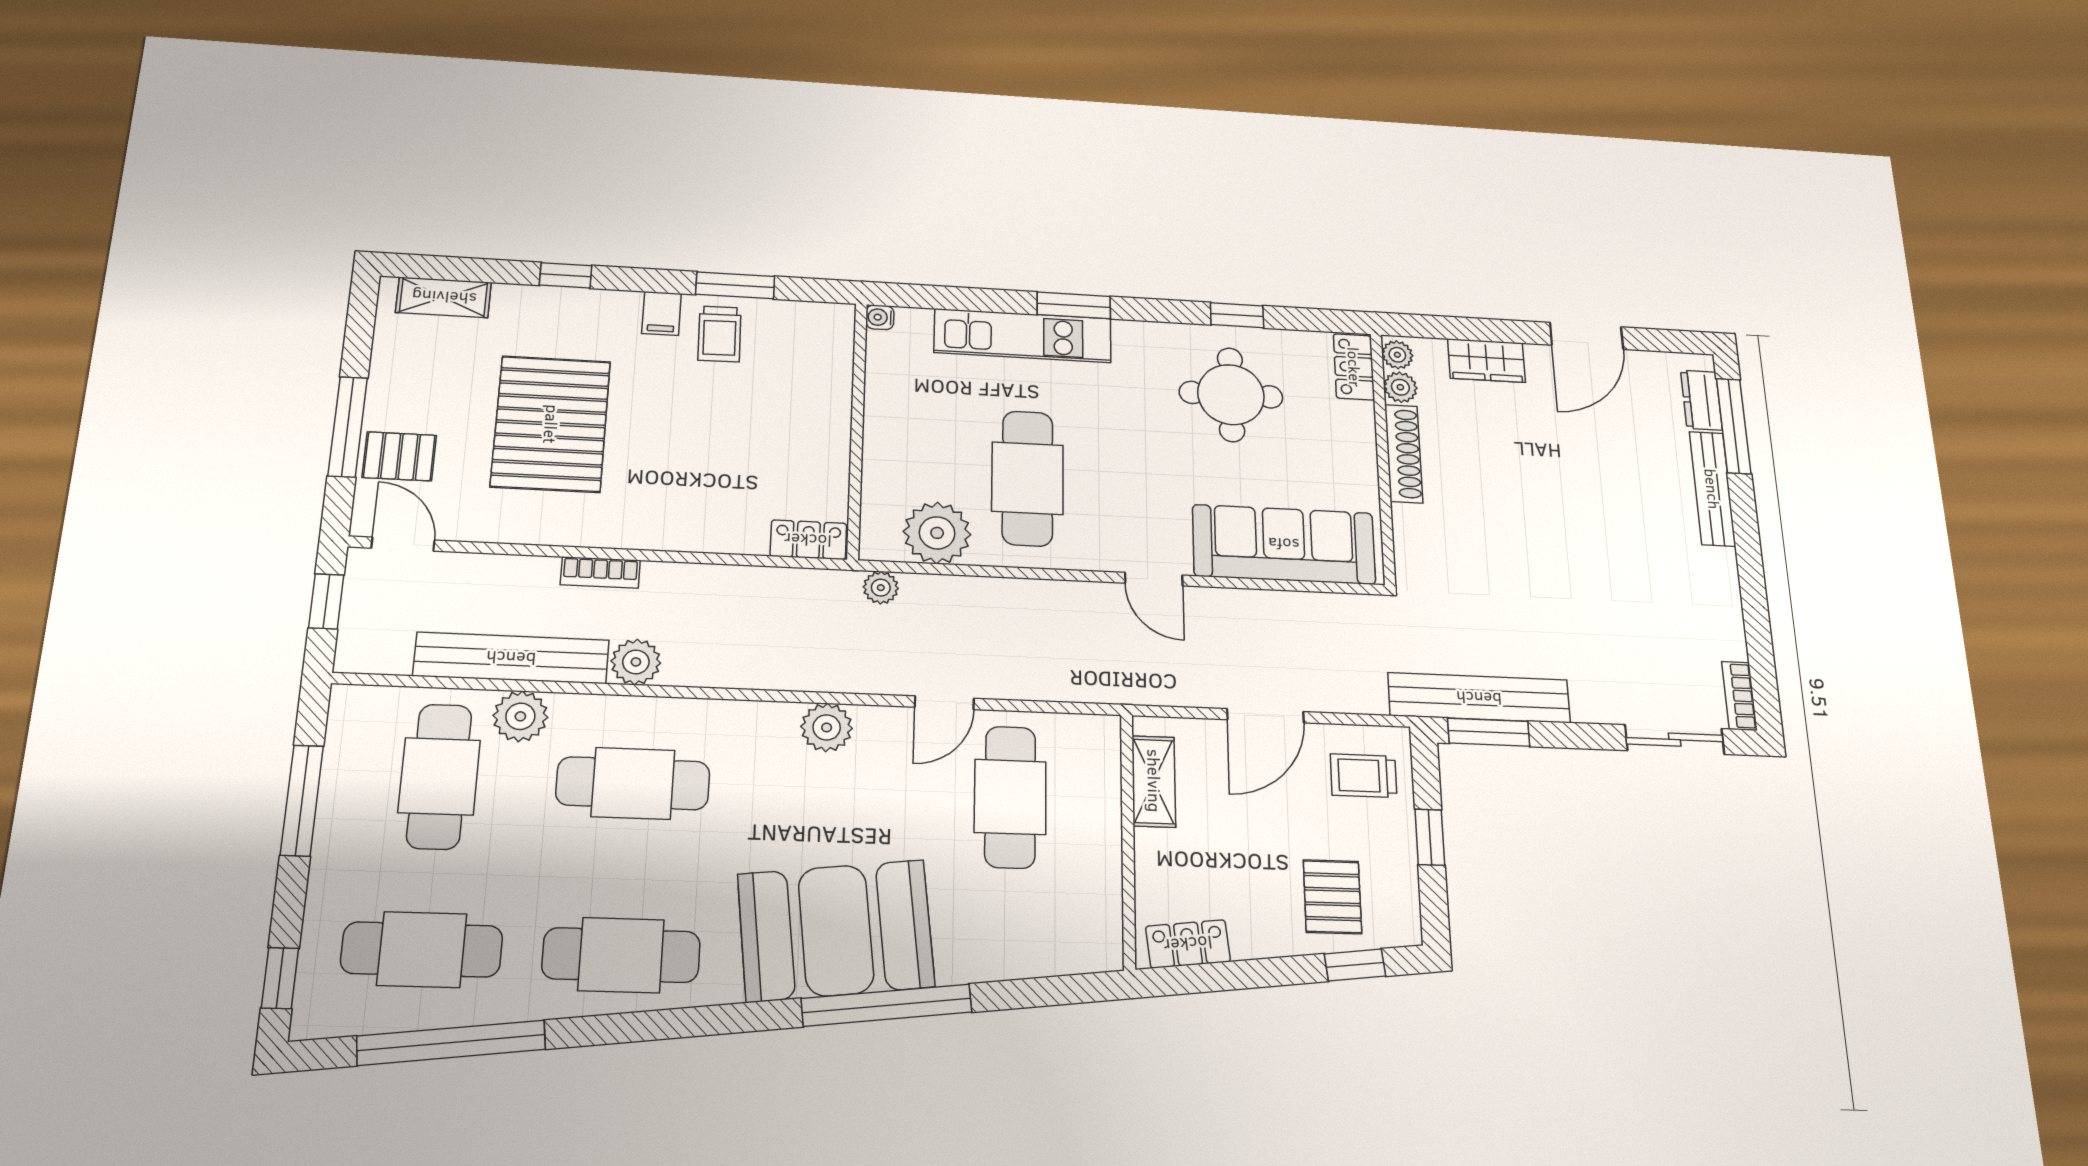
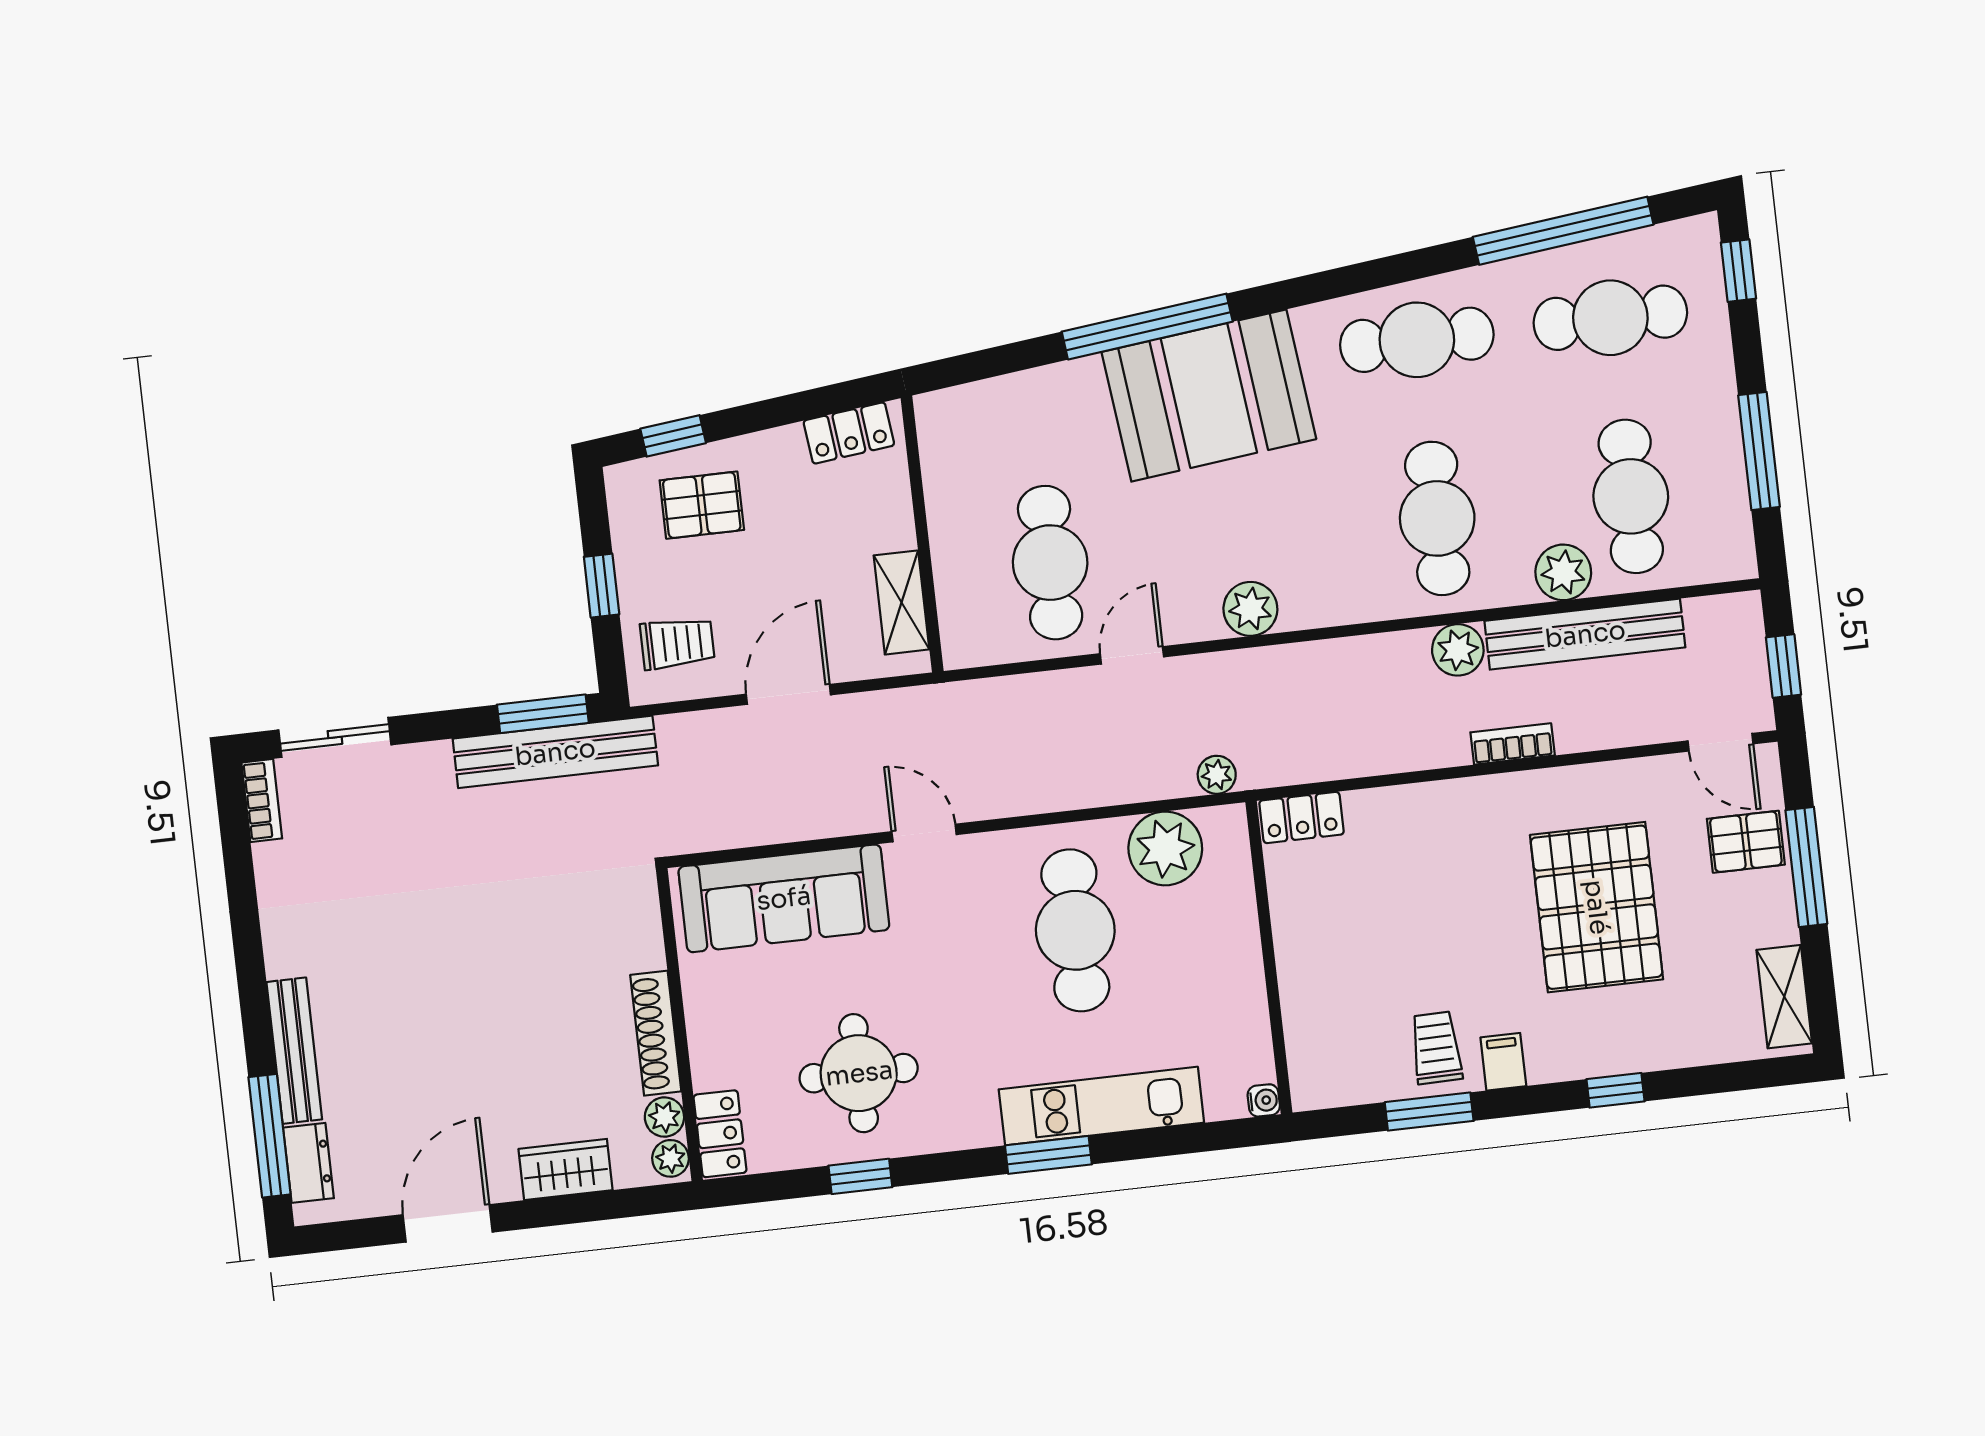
shelving: (444, 297) -> (1784, 997), moved, turned 90
cafe table: (633, 783) -> (1437, 518), turned 90
pallet: (1332, 897) -> (702, 505), turned 90

